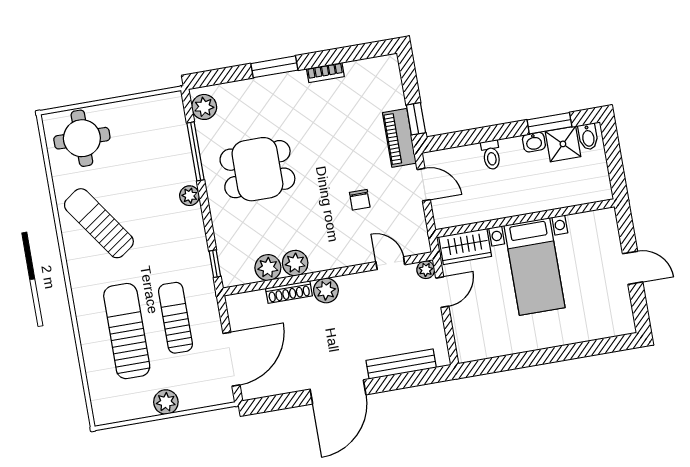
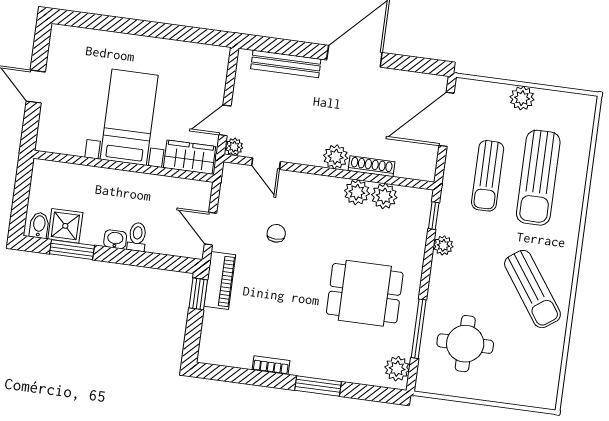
round table: (82, 138) -> (465, 344), moved
washbasin: (534, 142) -> (115, 239), moved
plant: (190, 196) -> (443, 245), moved

